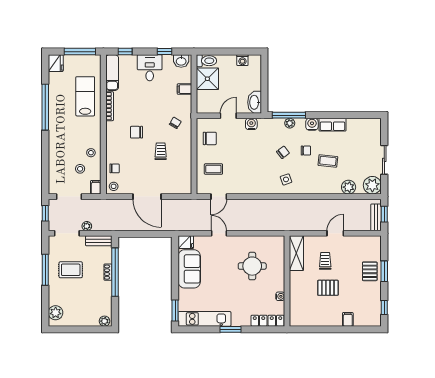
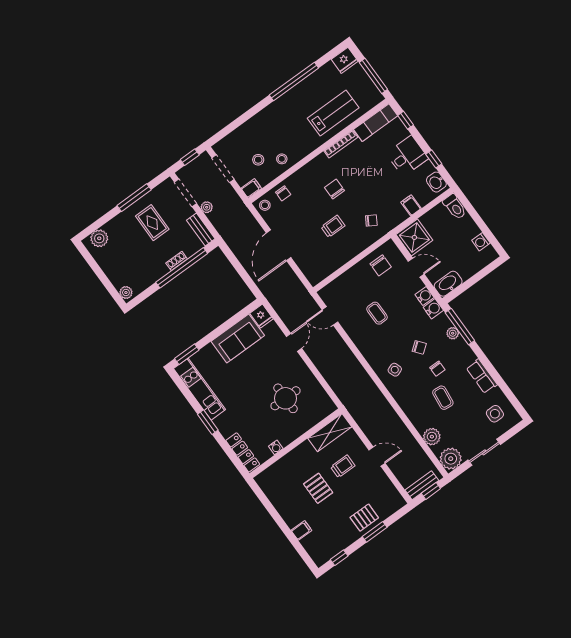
shower: (207, 79) -> (414, 237), moved
water cooler: (312, 124) -> (433, 309), moved
side table: (364, 134) -> (495, 414), added
coffee table: (213, 169) -> (377, 313), moved

